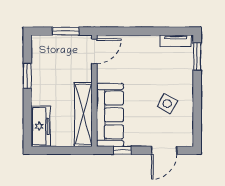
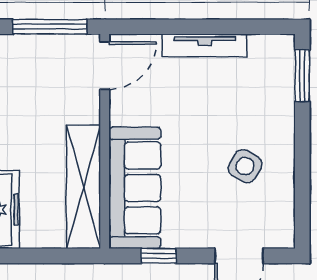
window: (66, 31) -> (50, 27), width x1.44
tv unit: (176, 41) -> (205, 45), moved, width x1.41

